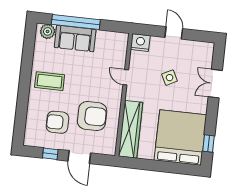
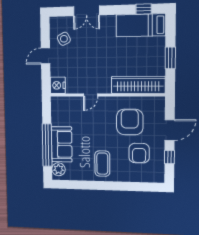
side table: (170, 78) -> (64, 39), moved
bed: (180, 137) -> (141, 25), width x0.49
window: (155, 165) -> (170, 58), added

